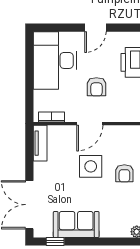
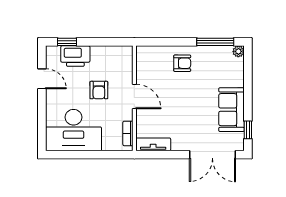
door: (95, 28) -> (42, 79), moved
armchair: (96, 87) -> (99, 90), turned 90
side table: (91, 166) -> (176, 96), removed

